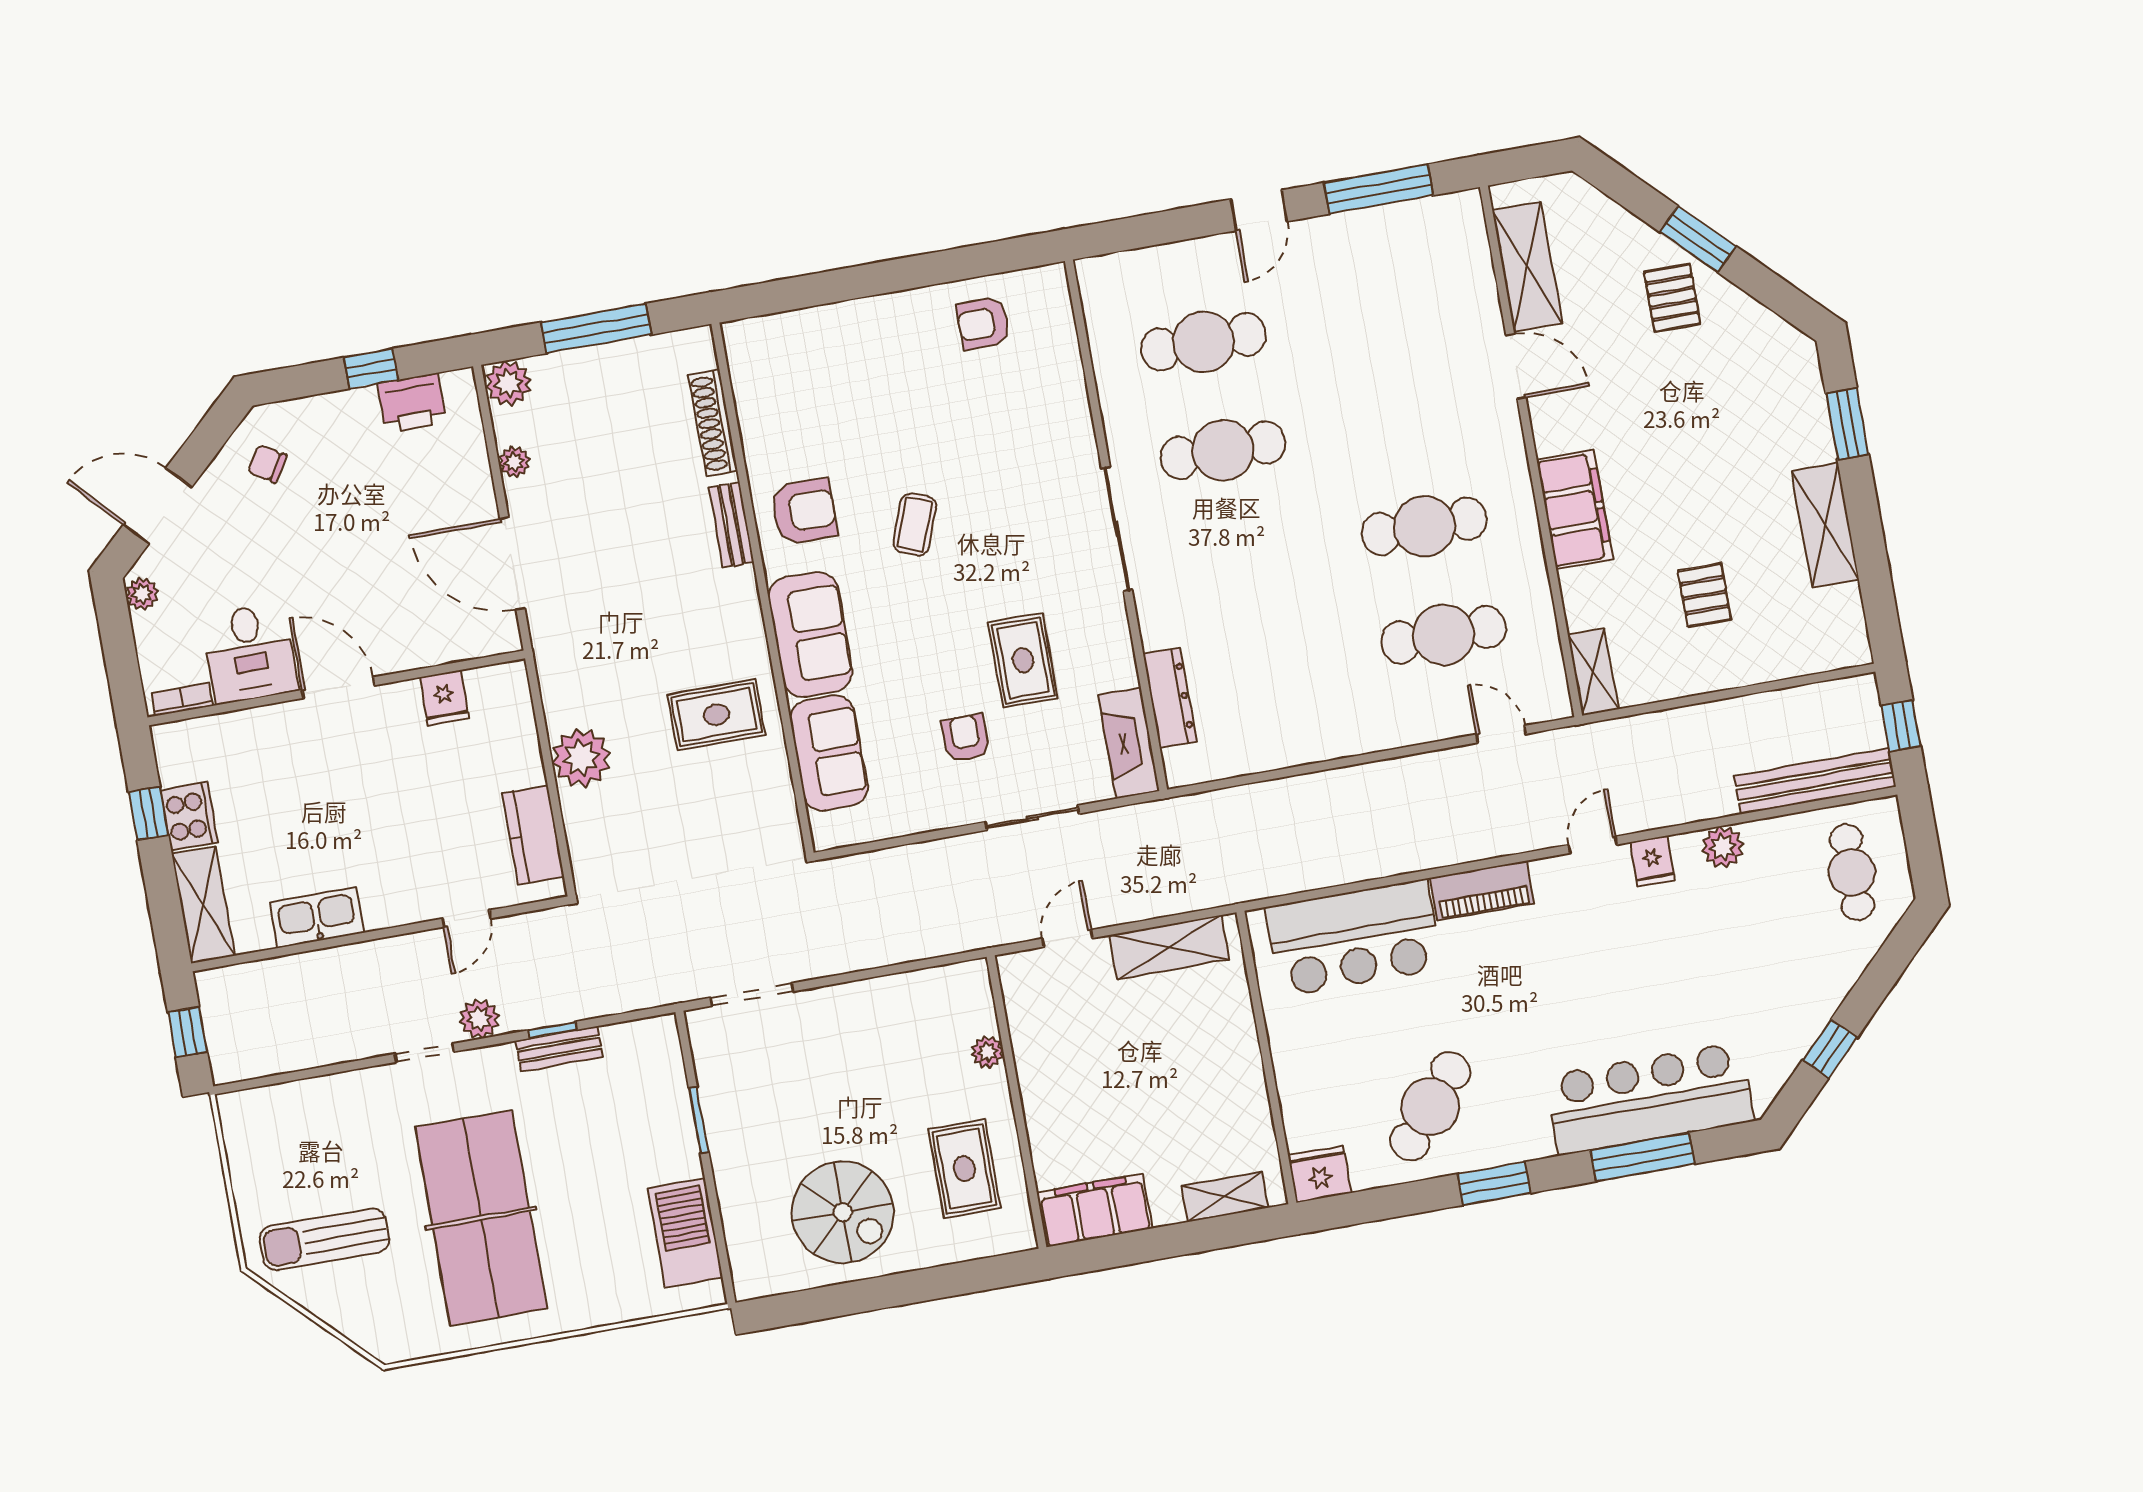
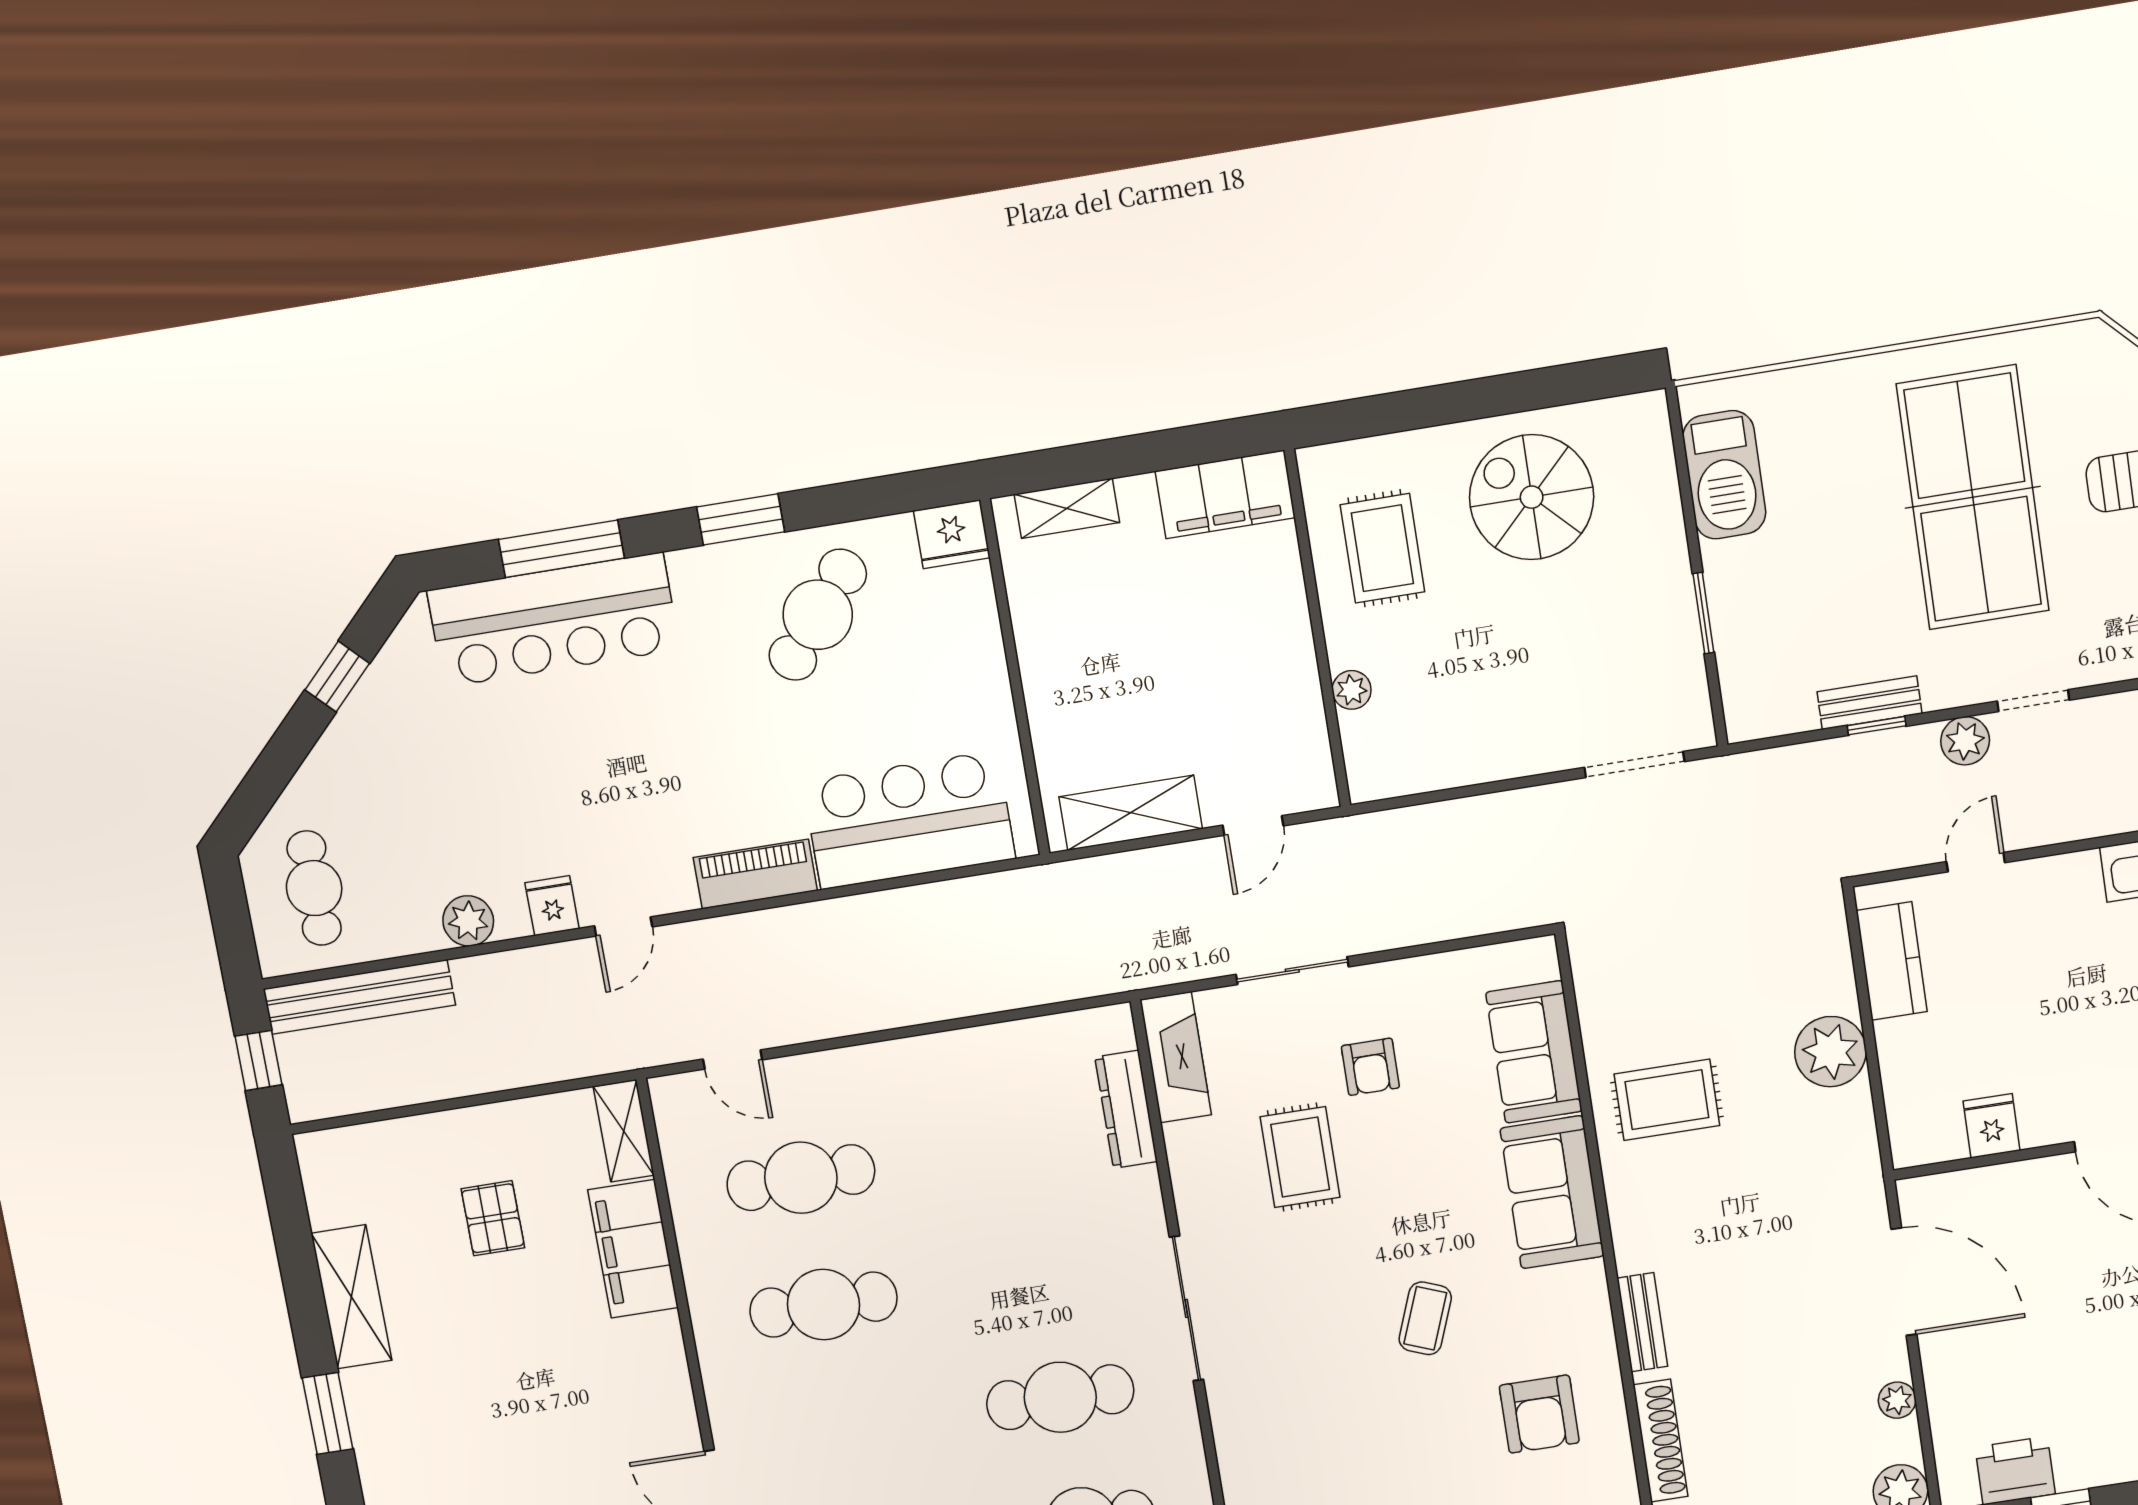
filing cabinet: (1575, 510) -> (633, 1249), moved
armchair: (804, 511) -> (1539, 1414), moved, turned -90

